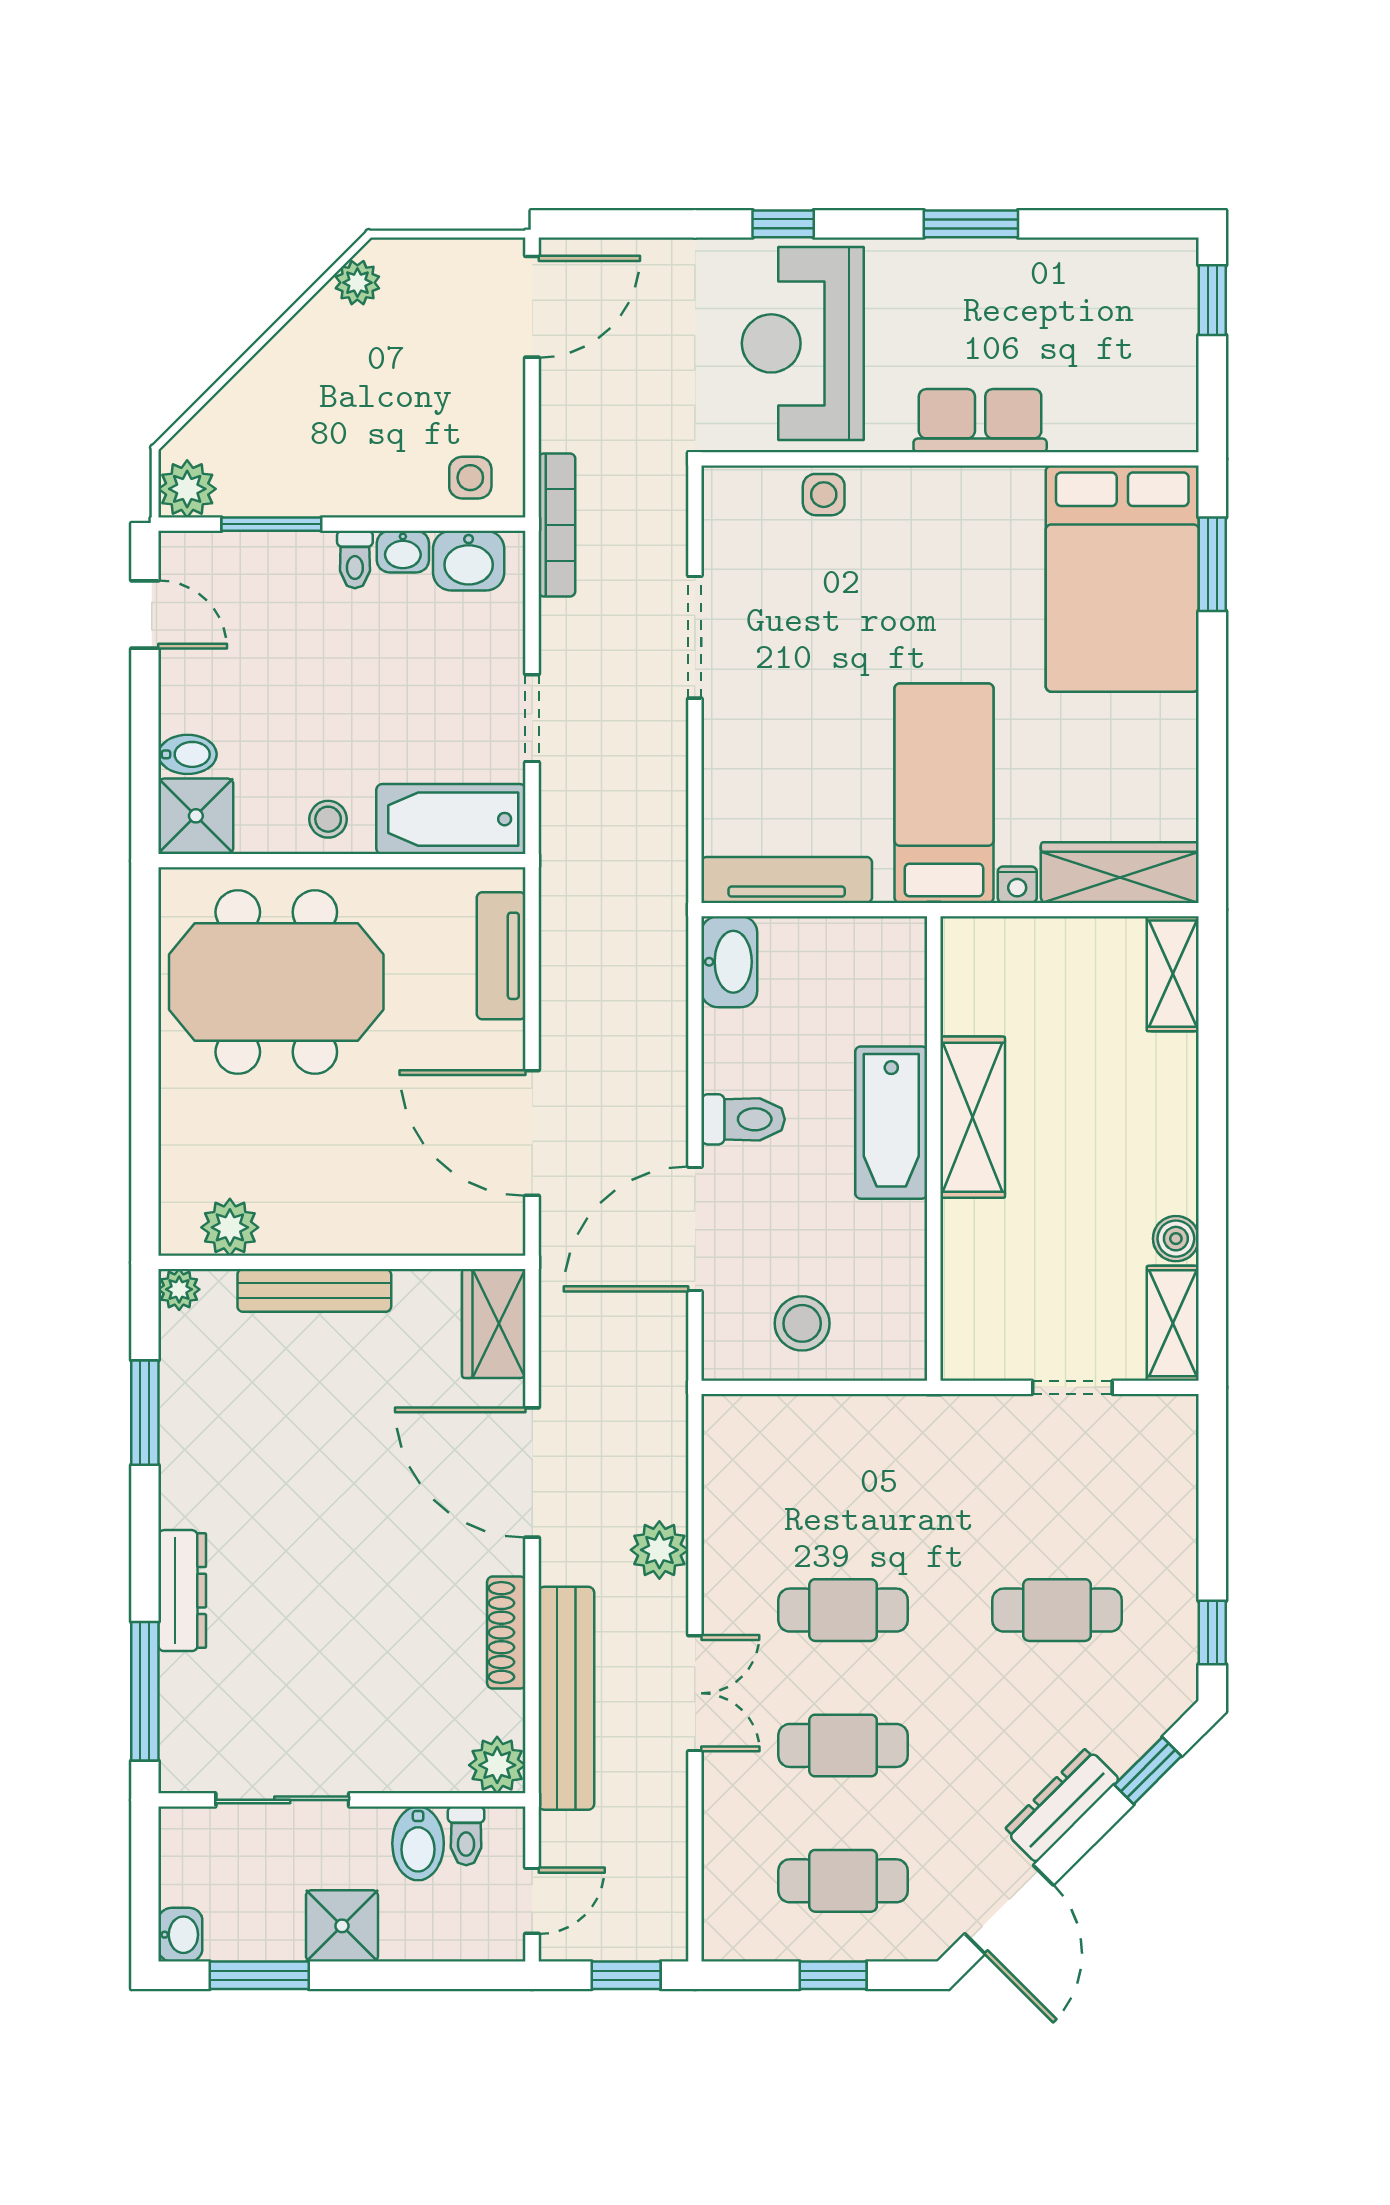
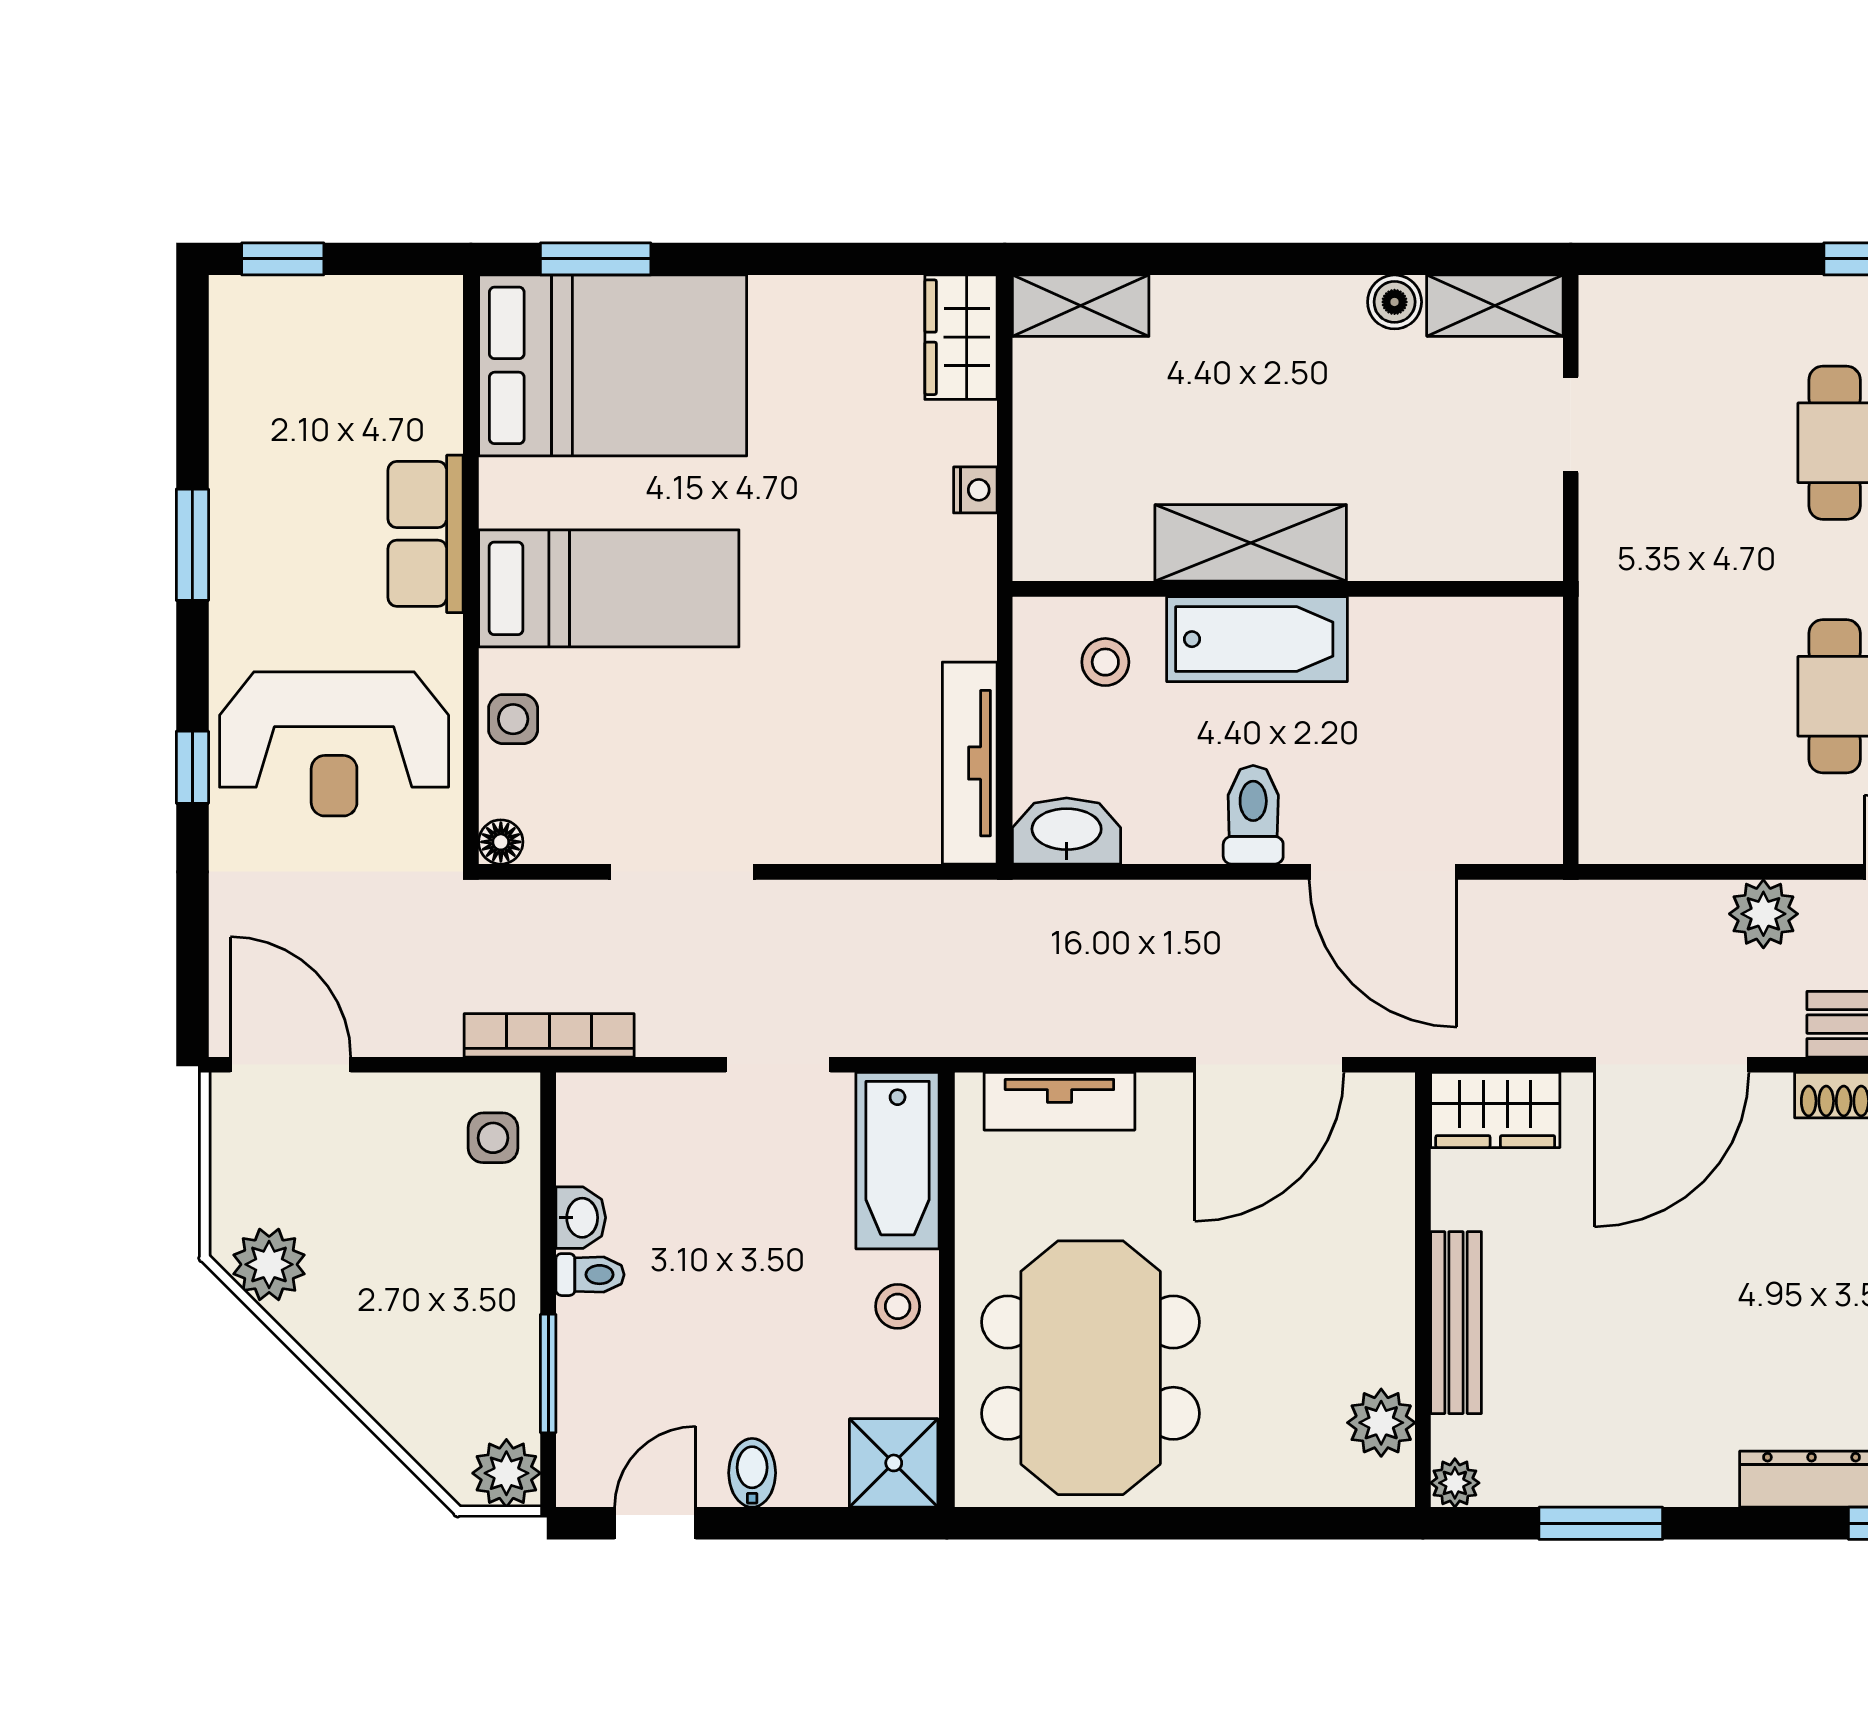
plant: (357, 283) -> (269, 1264), width x1.38, depth x1.38
floor lamp: (720, 484) -> (501, 842), added
washbasin: (469, 561) -> (591, 1140), removed
bidet: (188, 754) -> (752, 1473), moved
bed: (944, 793) -> (609, 588), moved, turned 180
wardrobe: (1120, 873) -> (961, 337), width x0.67
stool: (802, 1323) -> (1105, 662), moved, width x0.73, depth x0.73

